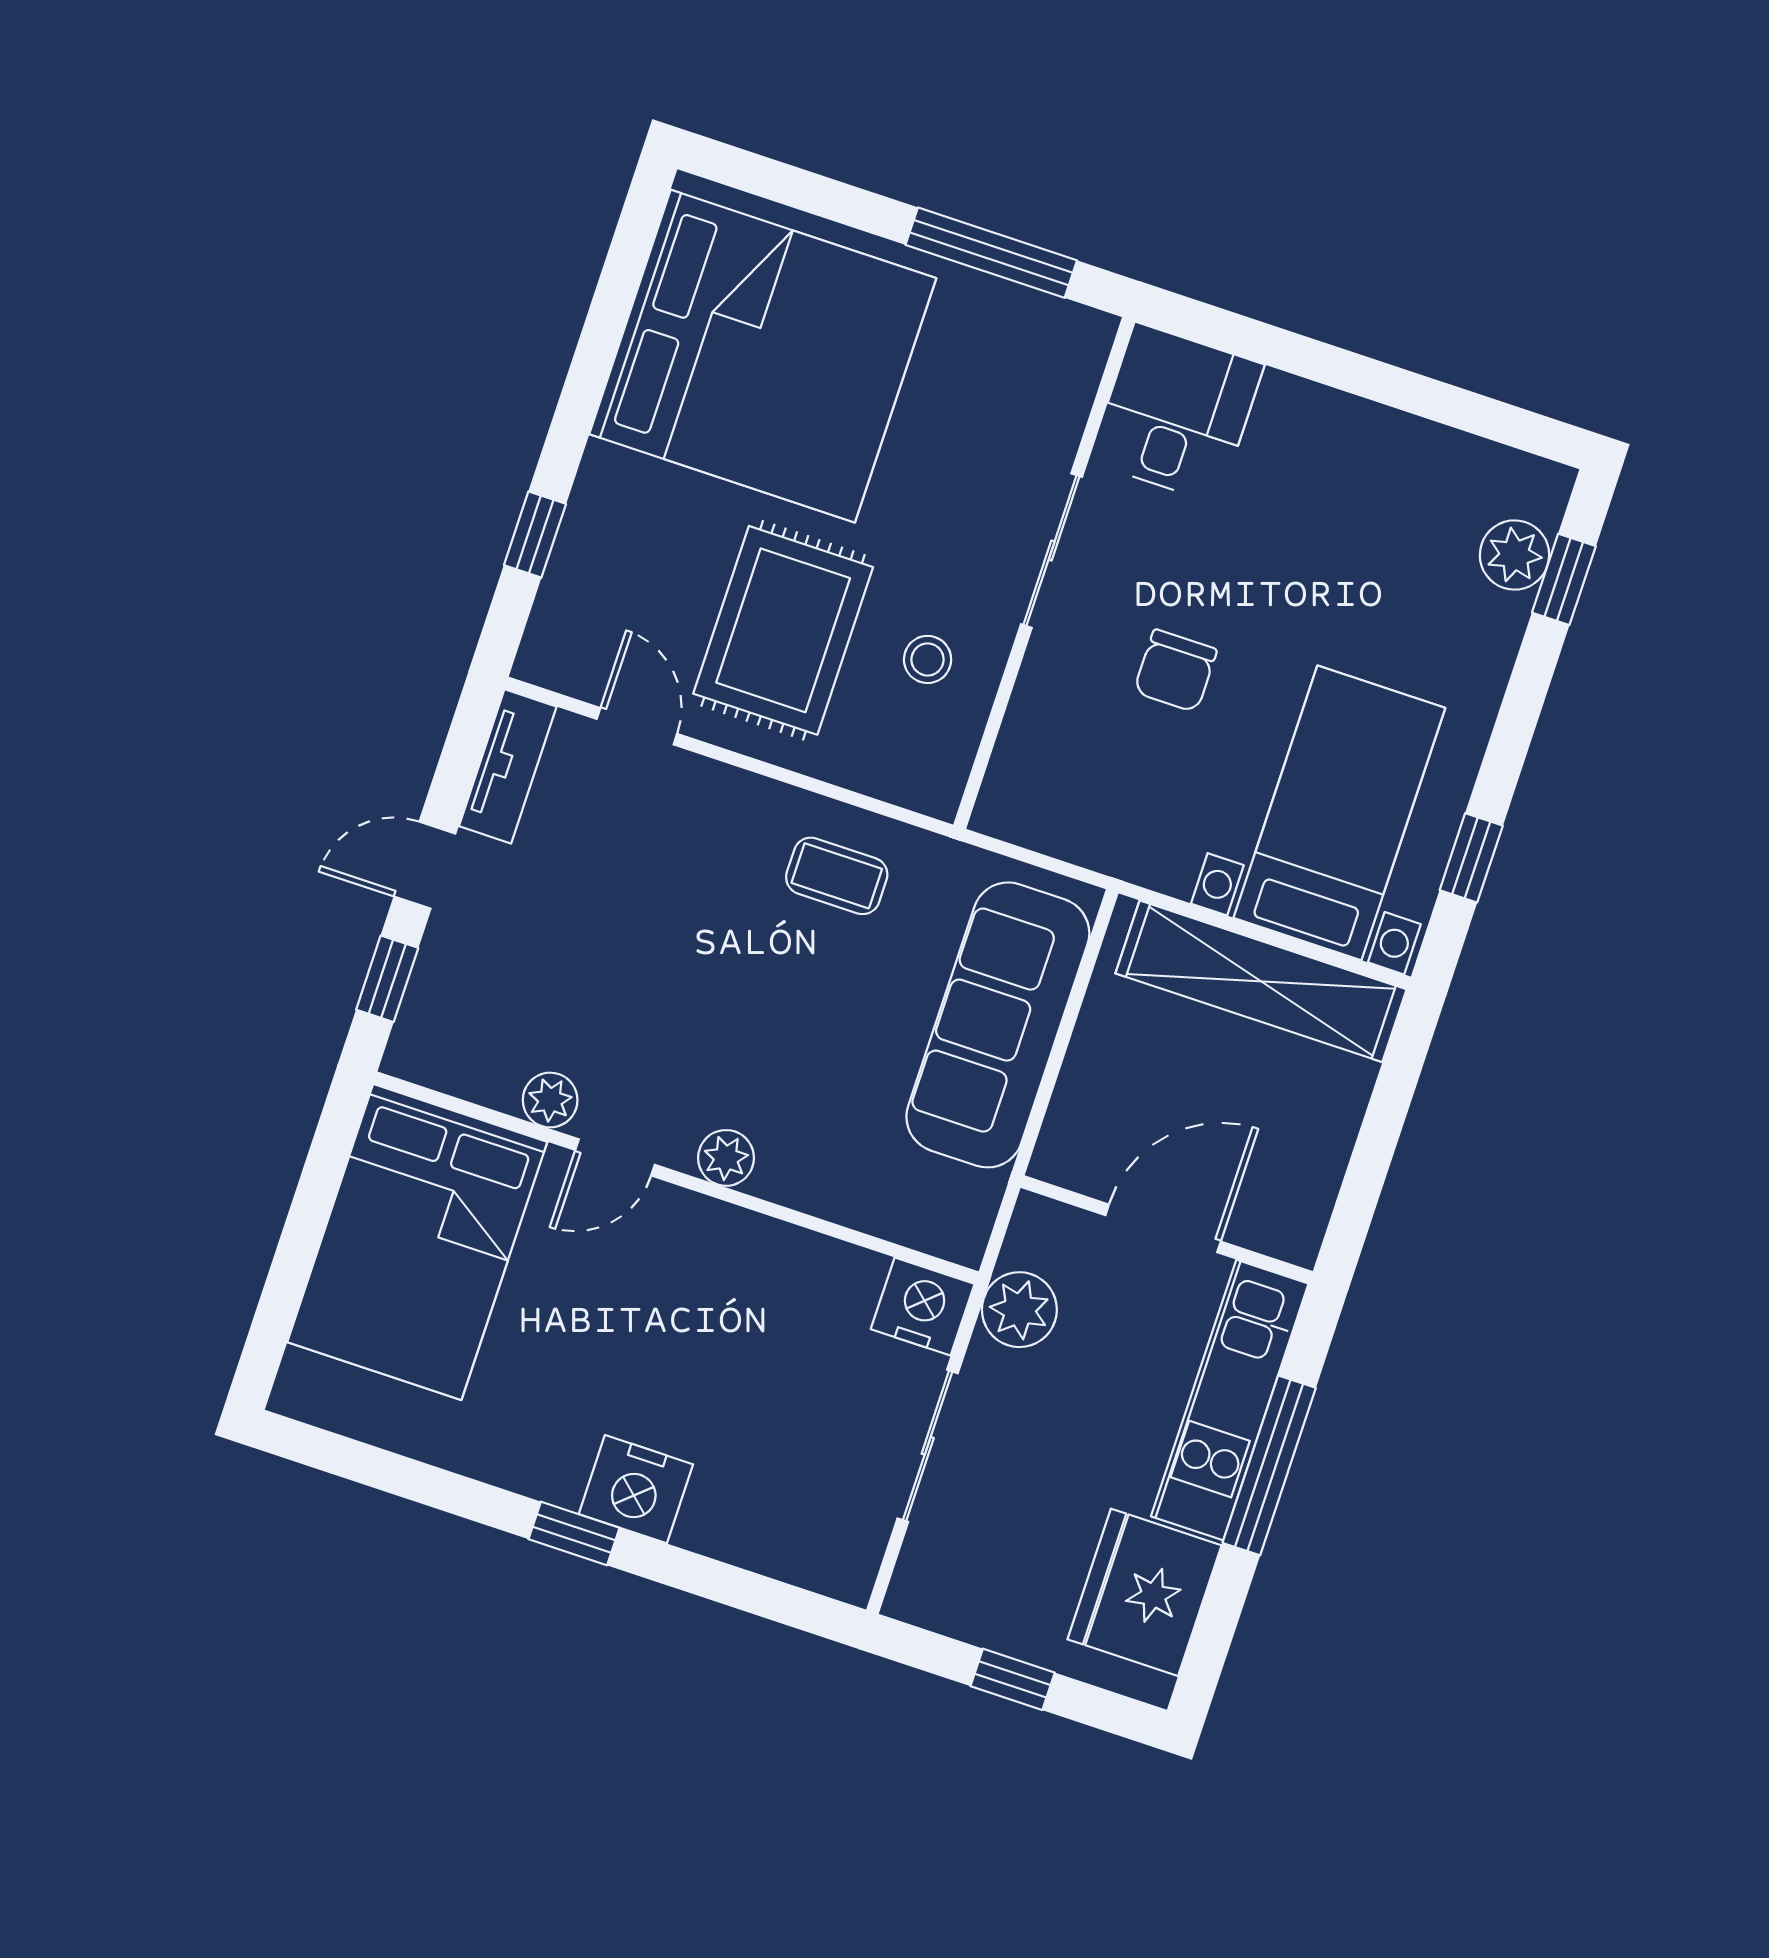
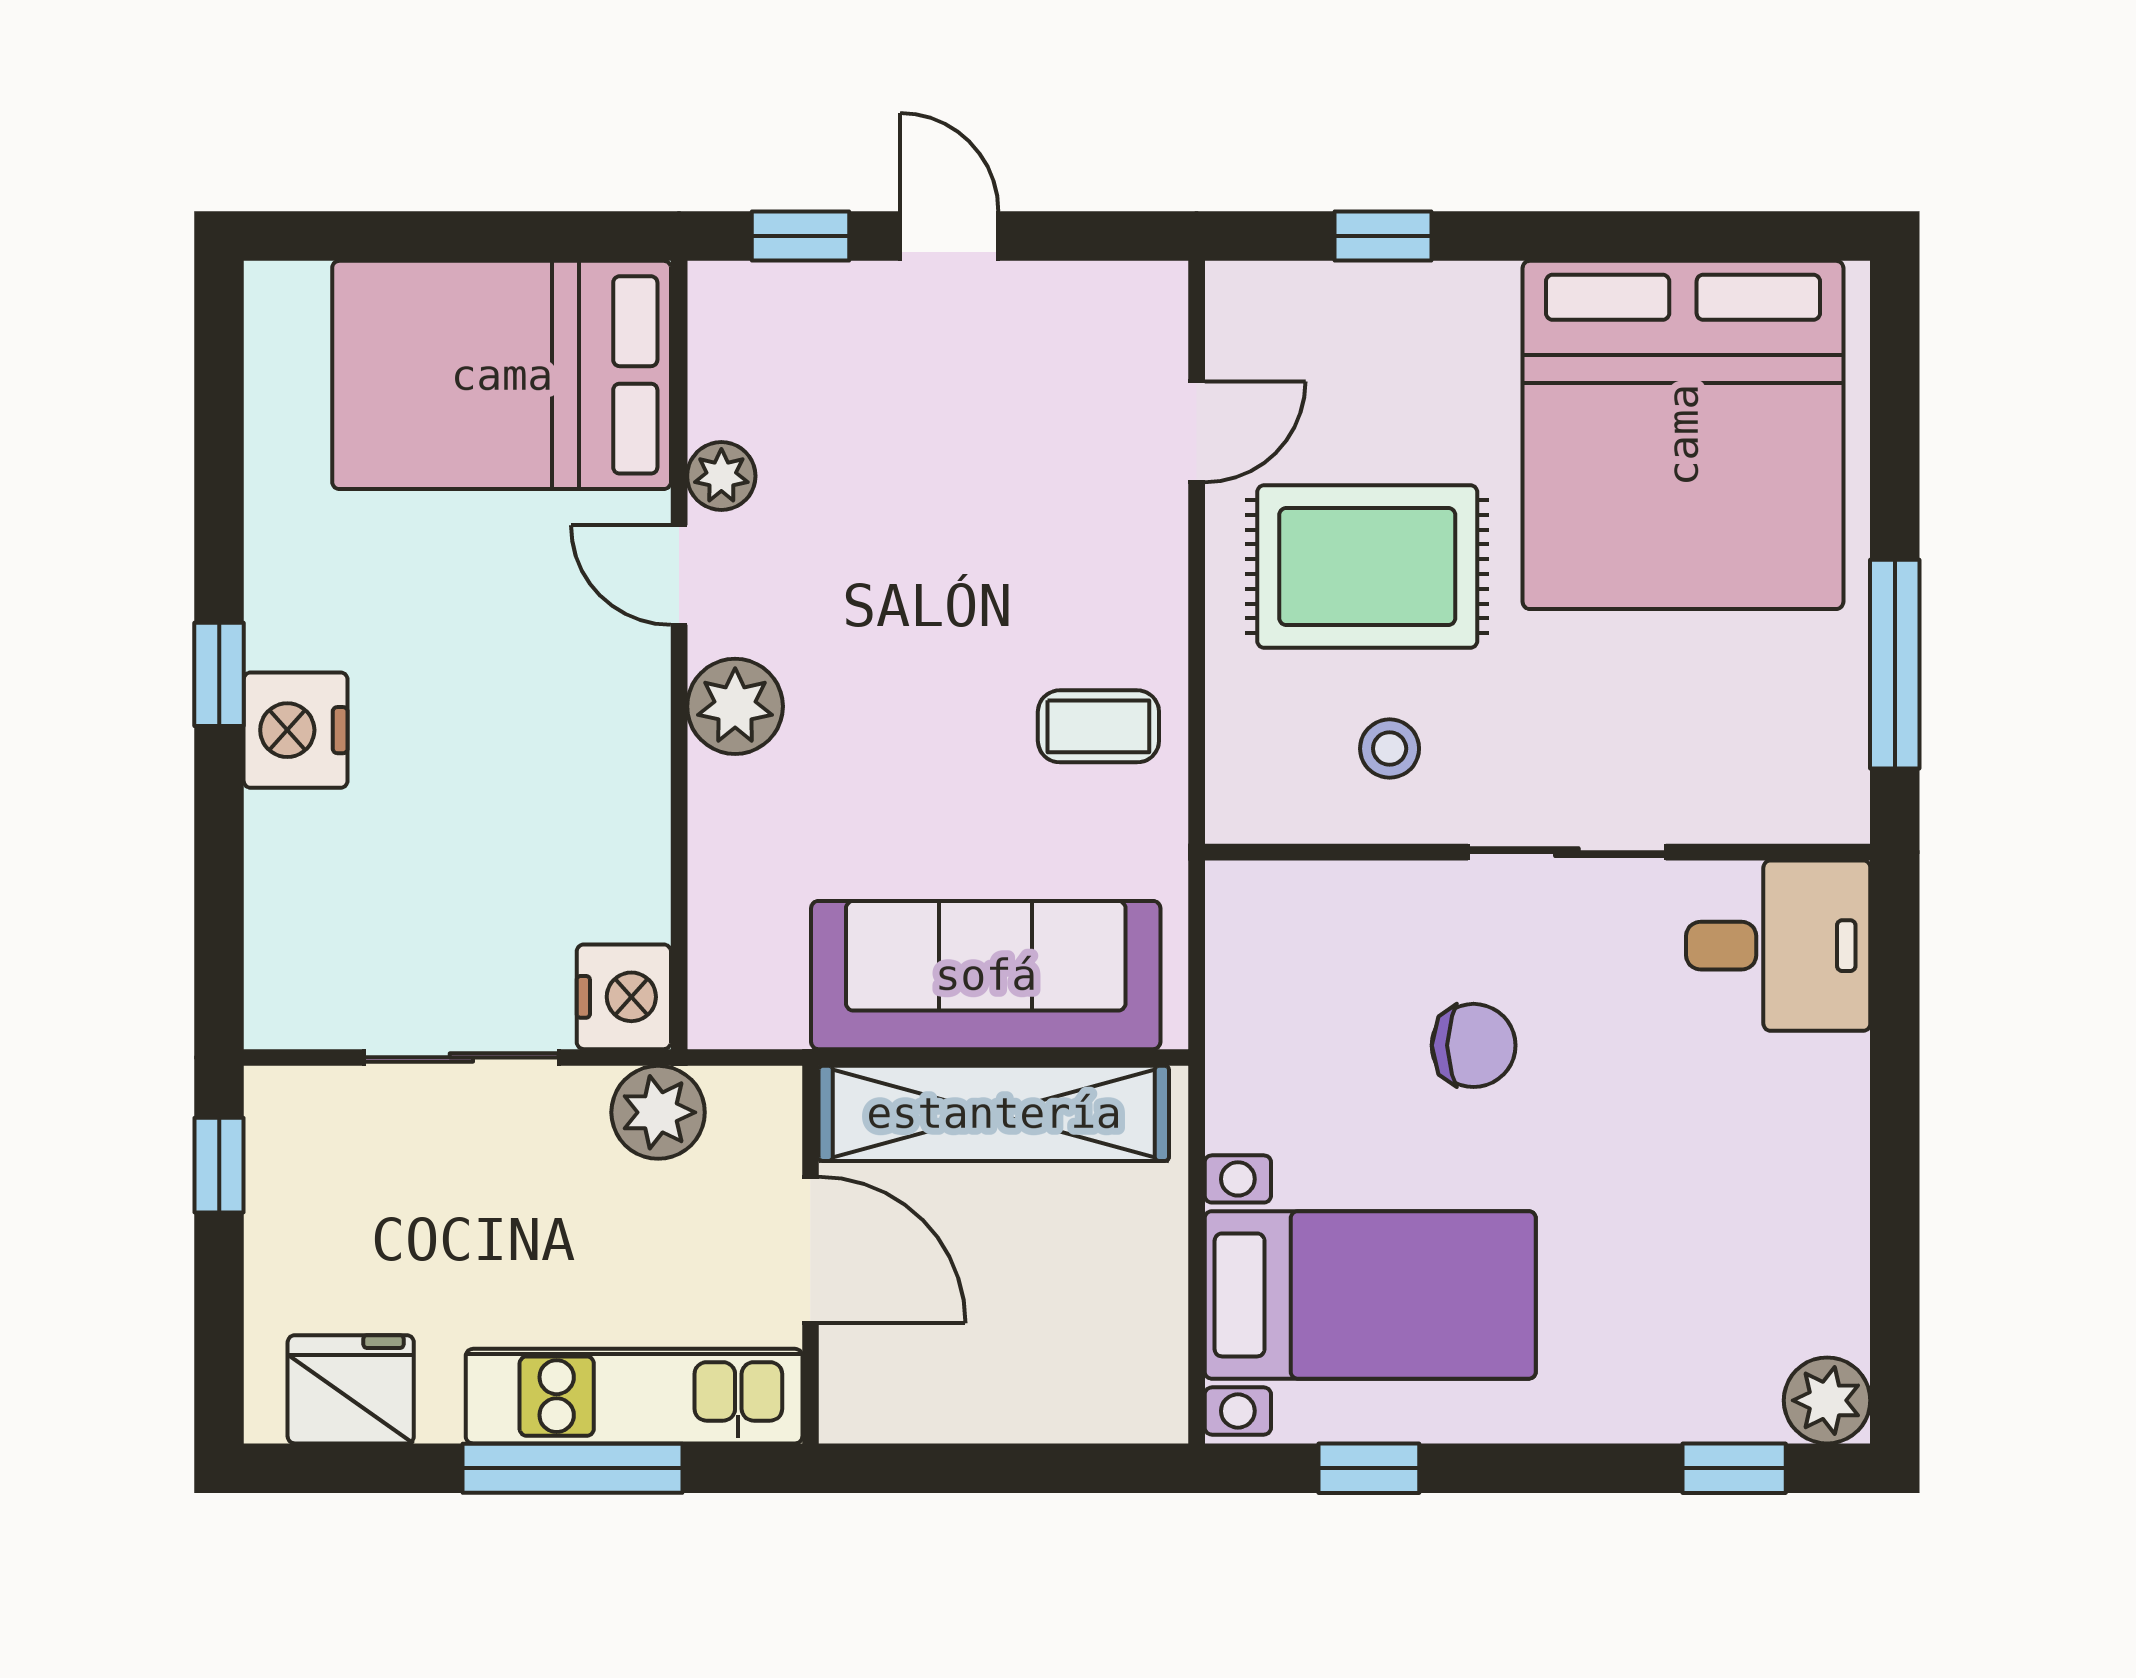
plant: (1515, 555) -> (1827, 1400), moved
chair: (1175, 671) -> (1474, 1045), turned 180
tv unit: (508, 766) -> (1099, 295), removed
coffee table: (837, 876) -> (1098, 726), turned 90
shelving: (1261, 981) -> (994, 1113), moved, turned 90
plant: (726, 1158) -> (735, 706), width x1.38, depth x1.38
fridge: (1144, 1592) -> (351, 1389), width x0.73, depth x0.75
window: (1013, 1679) -> (219, 1165), moved

